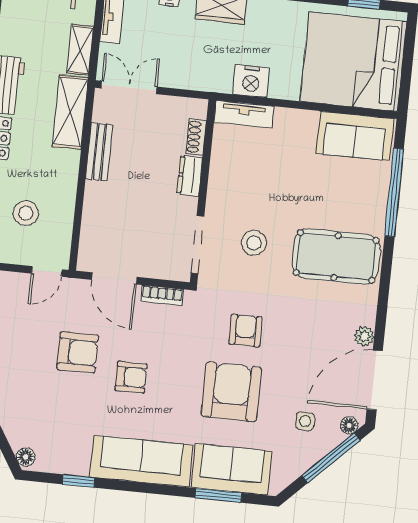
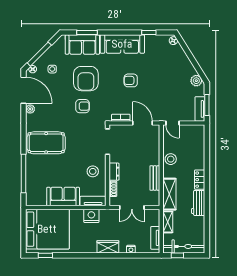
double door: (129, 87) -> (132, 208), moved
sofa: (355, 136) -> (63, 197), moved
stool: (26, 213) -> (171, 159), moved
stool: (254, 243) -> (93, 171), moved
door: (47, 271) -> (172, 123), swing flipped
armchair: (246, 330) -> (82, 106), turned -90
armchair: (78, 352) -> (155, 89), removed
door: (375, 380) -> (24, 90), hinge flipped

